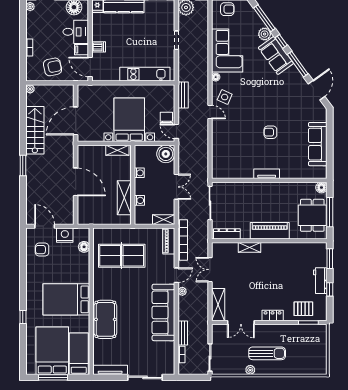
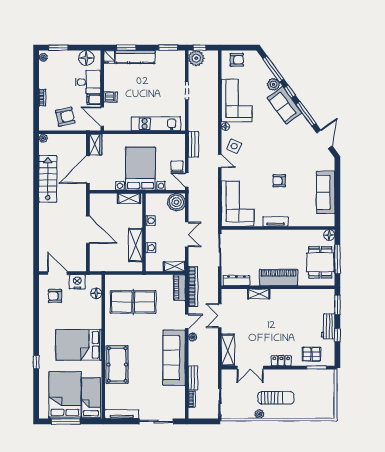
wardrobe: (83, 95) -> (96, 144), added
corner sofa: (228, 156) -> (238, 204), added
window: (23, 166) -> (36, 213), removed

